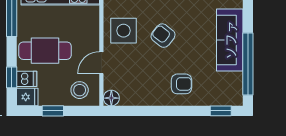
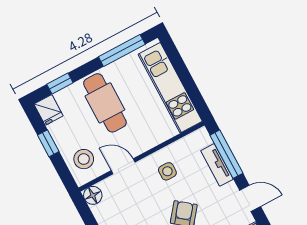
side table: (124, 31) -> (167, 171), width x0.54, depth x0.54
dishwasher: (27, 79) -> (66, 100), removed

